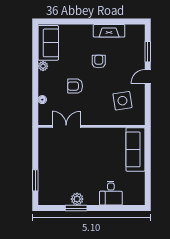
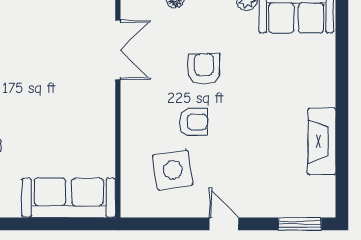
window: (148, 52) -> (300, 224), moved
armchair: (99, 62) -> (193, 122), moved

